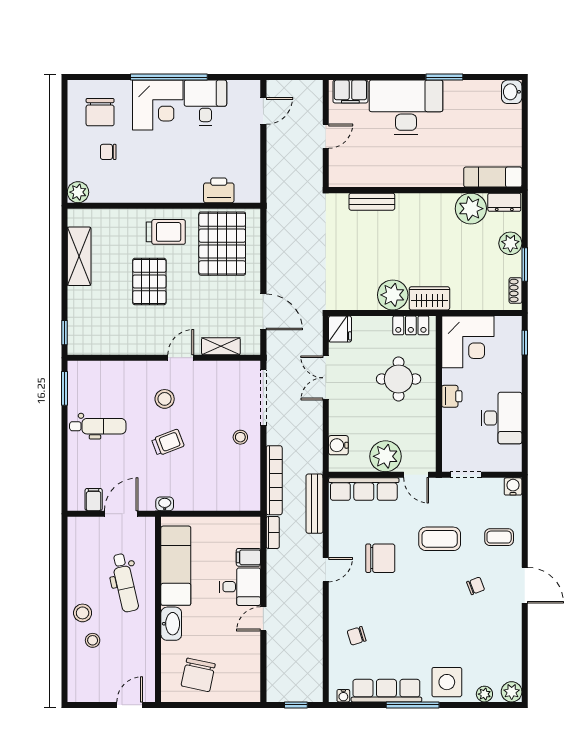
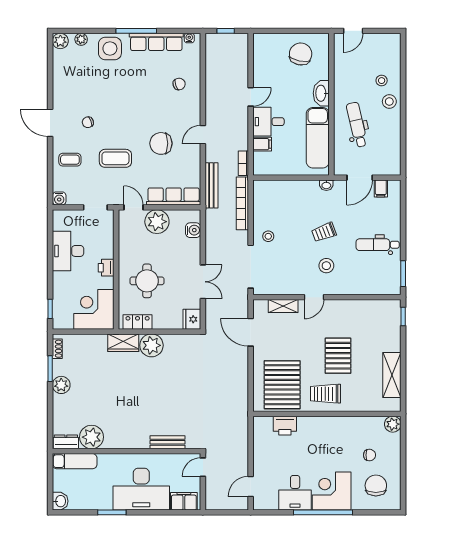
exam couch: (493, 177) -> (75, 461), moved
wall: (425, 190) -> (127, 451), moved
bench: (372, 202) -> (167, 442), moved
dresser: (504, 202) -> (66, 442), moved
plant: (471, 209) -> (92, 437), moved

